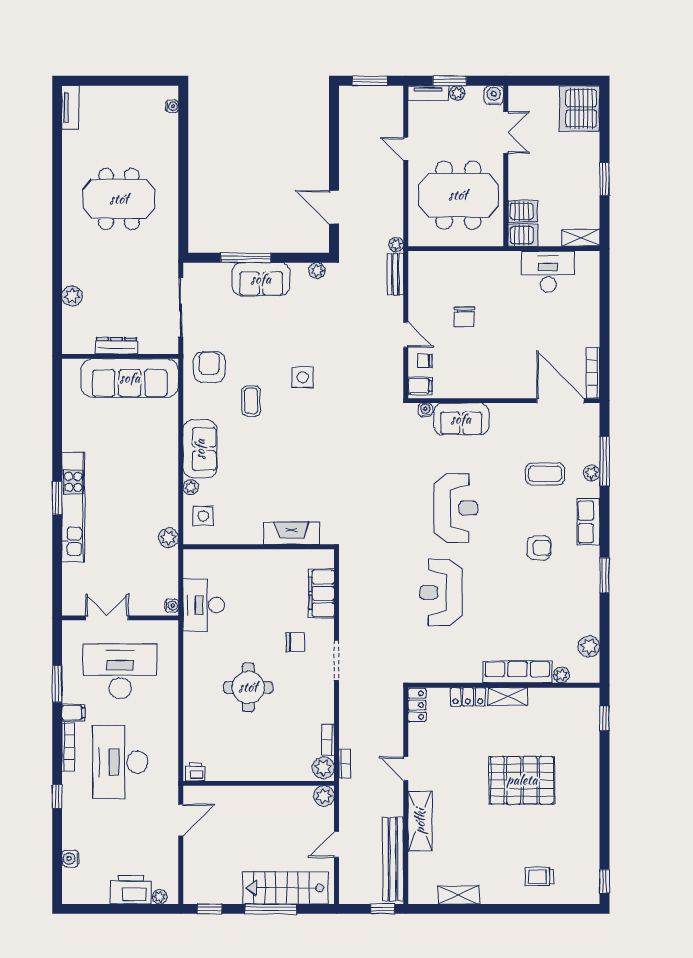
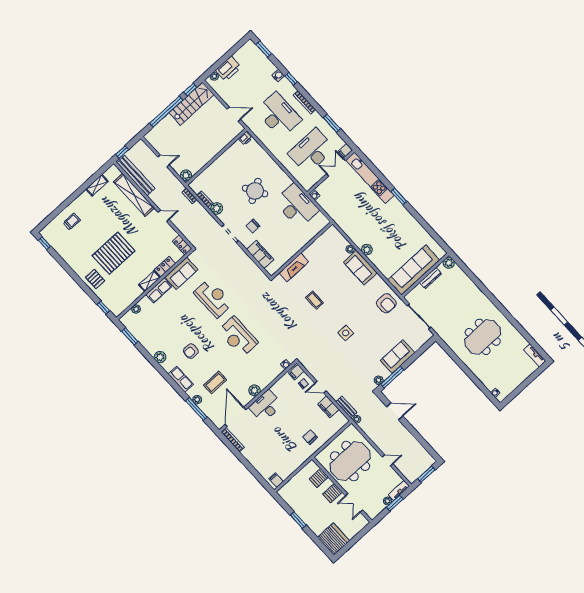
water cooler: (494, 95) -> (372, 513), removed
server rack: (523, 235) -> (333, 493), moved
shelving: (581, 238) -> (286, 488), removed
window: (246, 258) -> (392, 377), moved
filing cabinet: (584, 262) -> (276, 480), added
desk: (548, 272) -> (266, 406), moved, turned 180
plant: (72, 296) -> (449, 263), moved
filing cabinet: (420, 297) -> (328, 407), added
chair: (464, 317) -> (310, 437), moved
coffee table: (251, 401) -> (314, 300), moved
door: (560, 401) -> (236, 417), swing flipped
plant: (501, 413) -> (254, 390), added
sofa: (461, 419) -> (181, 273), moved, turned 180
kitchen unit: (73, 507) -> (370, 178), moved
side table: (203, 516) -> (335, 242), removed
plant: (168, 538) -> (367, 250), moved
window: (604, 575) -> (130, 336), moved
desk: (204, 605) -> (297, 206), width x1.36, depth x1.30
double door: (107, 618) -> (336, 167), swing flipped
plant: (589, 647) -> (160, 357), moved
desk: (120, 671) -> (311, 151), turned 180
row of seats: (517, 672) -> (159, 290), width x0.68
round table: (248, 687) -> (255, 191), turned -31
filing cabinet: (73, 713) -> (345, 151), moved
plant: (323, 768) -> (217, 208), moved
pallet: (580, 768) -> (95, 279), added
door: (181, 820) -> (234, 114), swing flipped
shelving: (420, 821) -> (134, 195), width x1.47
door: (337, 844) -> (163, 161), hinge flipped
water cooler: (70, 859) -> (278, 75), moved
window: (57, 872) -> (264, 49), added
stairs: (285, 888) -> (191, 104), moved
window: (271, 909) -> (166, 112), width x1.46

